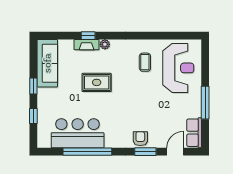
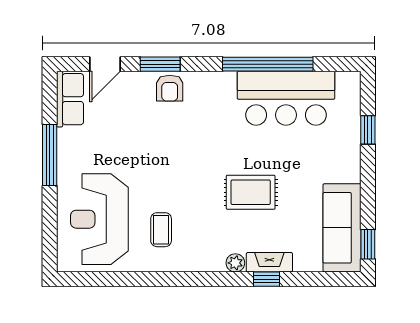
window: (33, 86) -> (368, 244), moved

